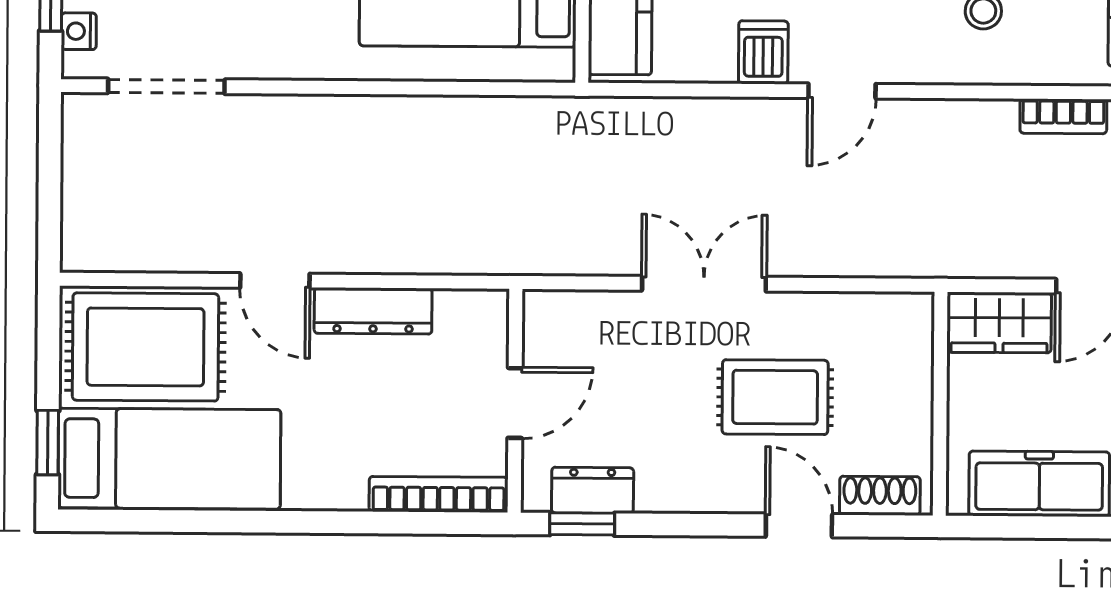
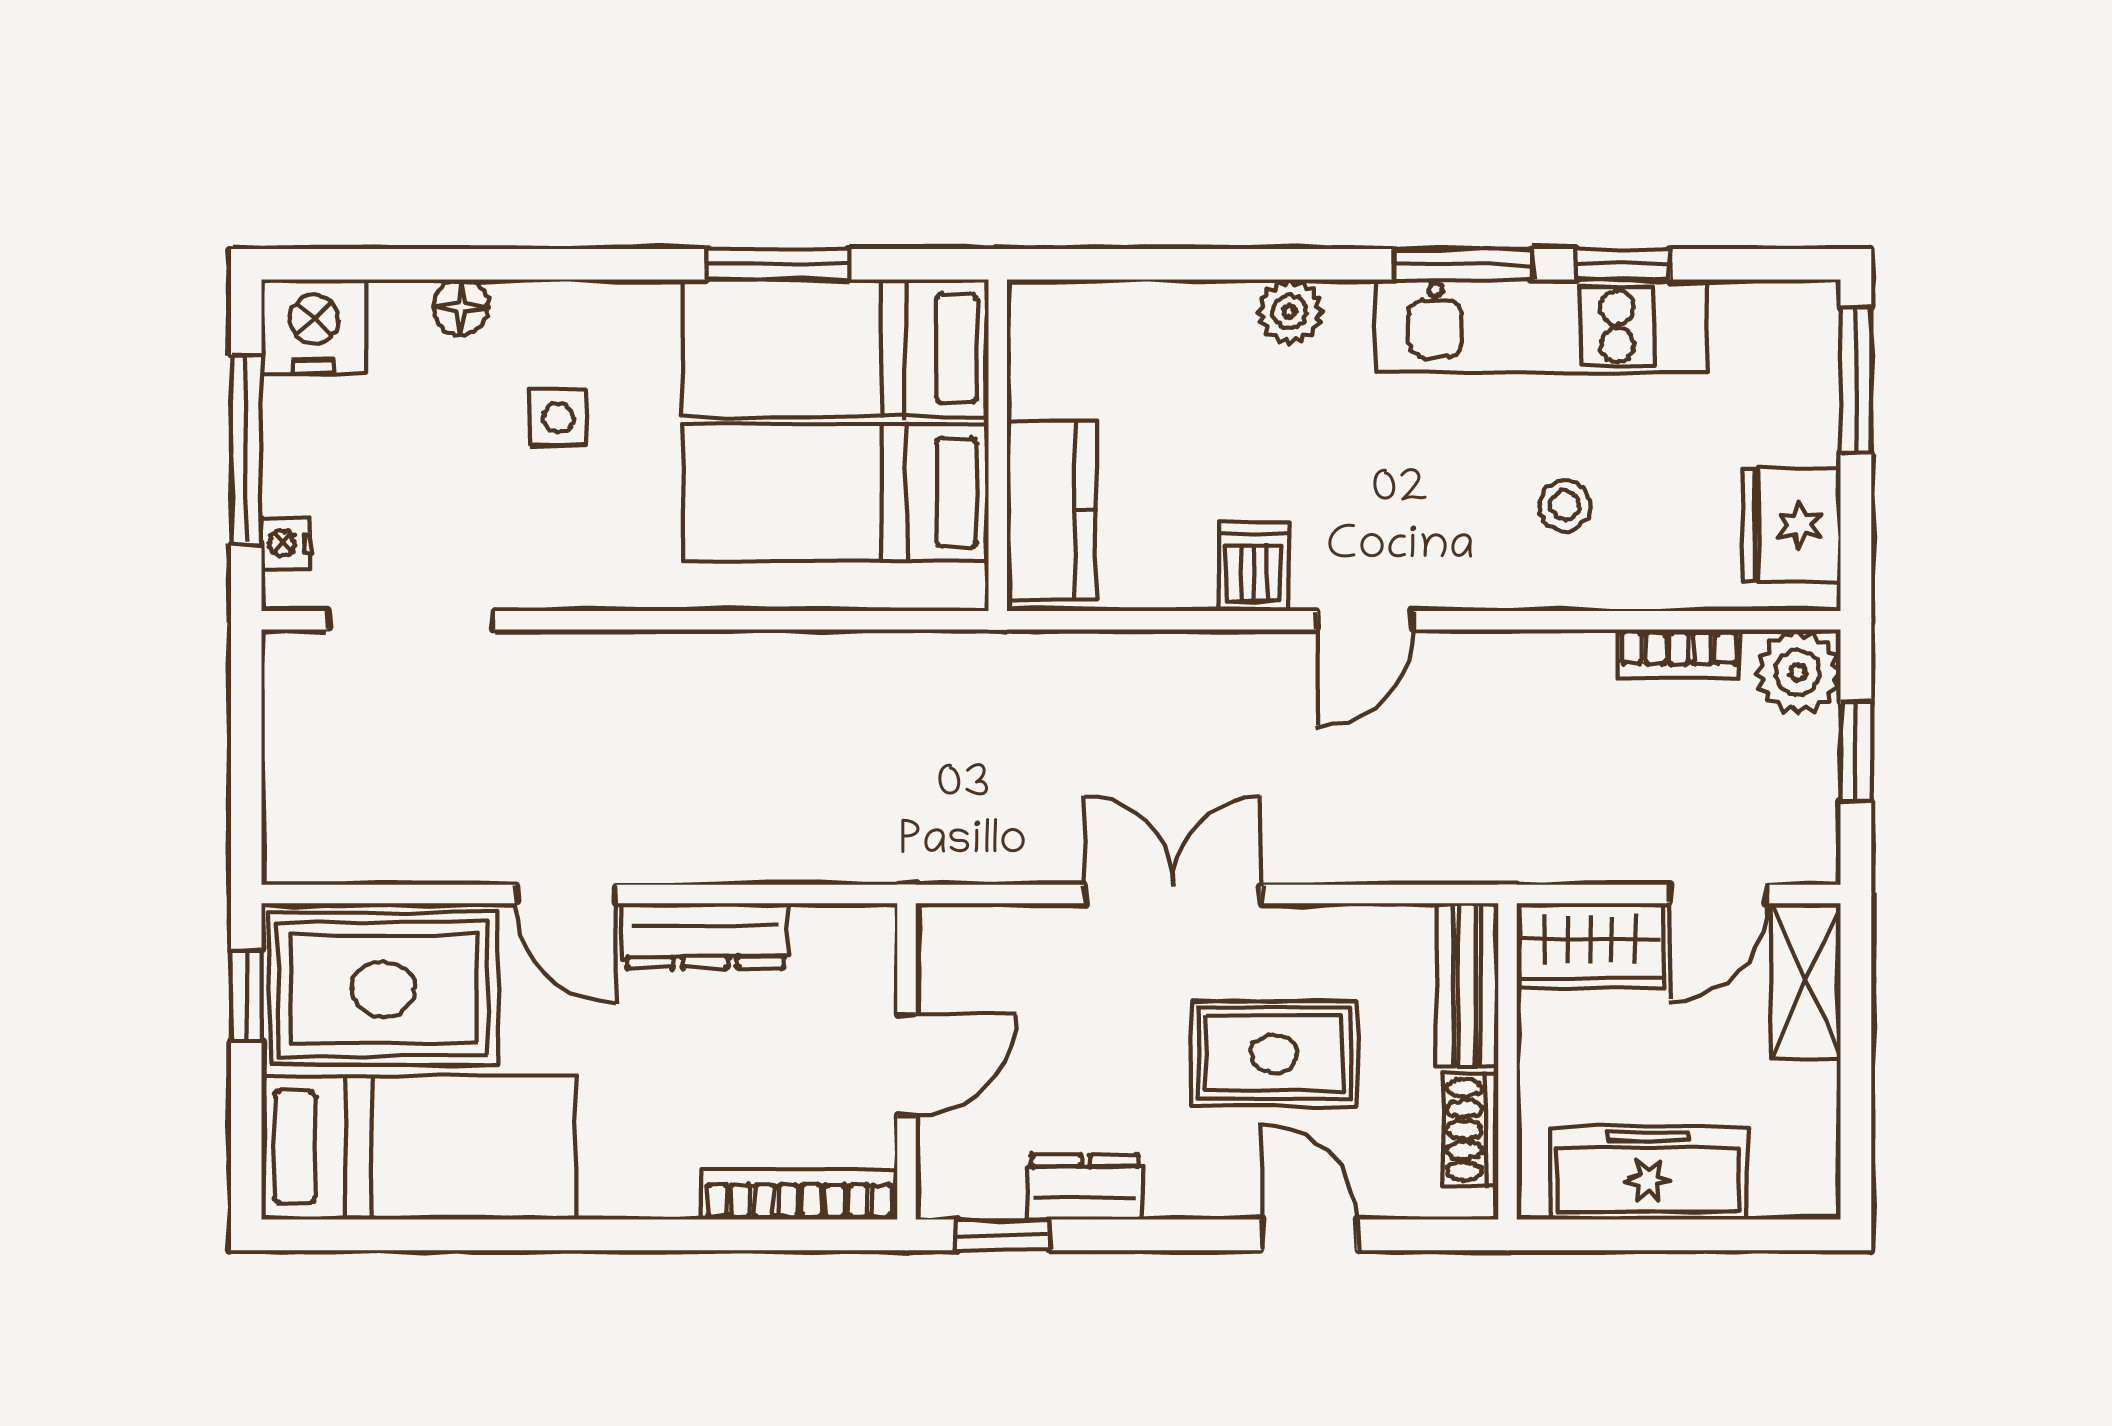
bench: (912, 349) -> (1467, 985), added
window: (48, 443) -> (246, 996), moved
dresser: (593, 490) -> (1085, 1187), moved
shoe rack: (880, 496) -> (1471, 1130), moved, turned -90

